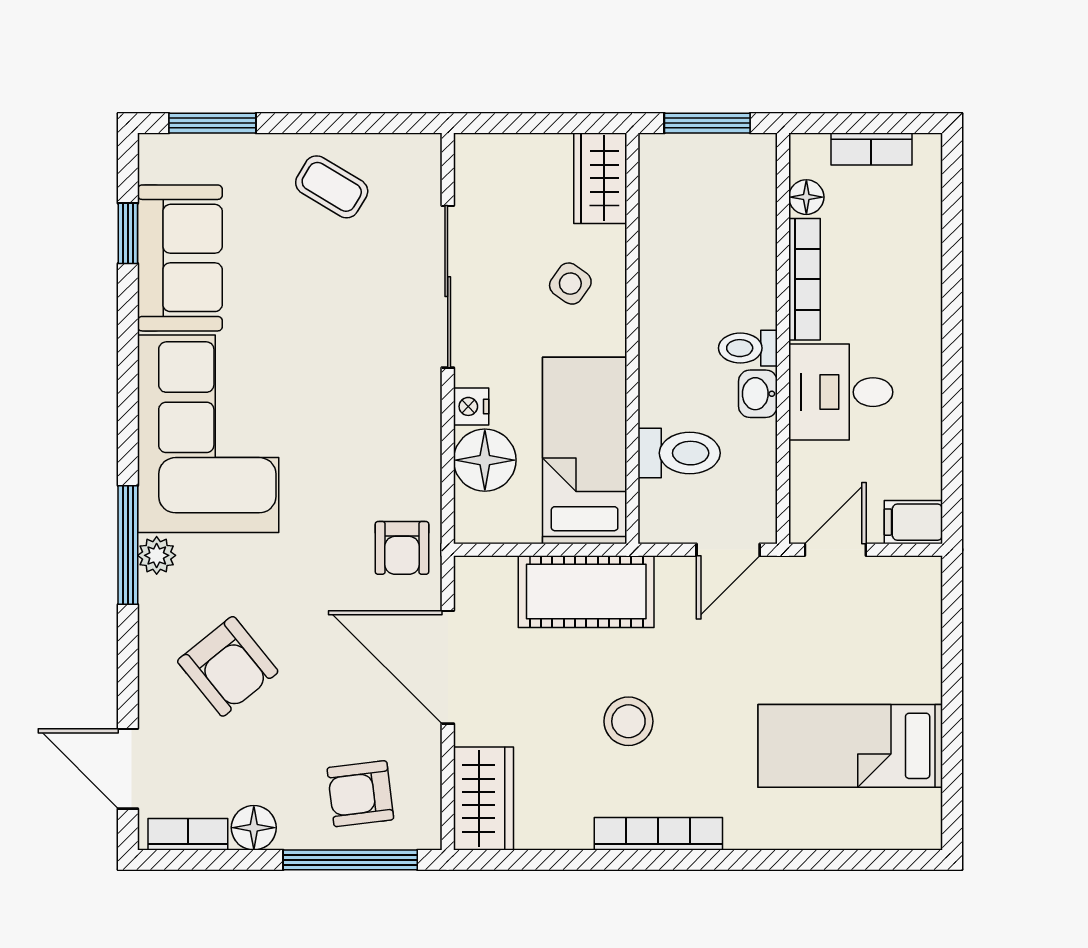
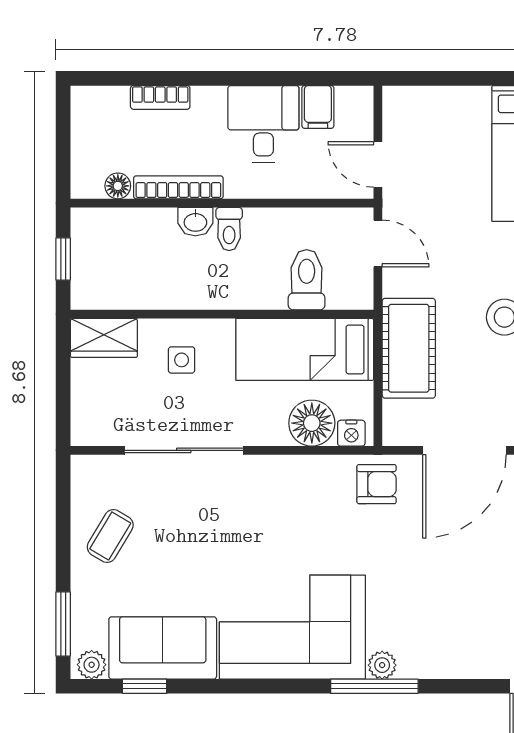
window: (707, 123) -> (63, 259), width x0.67
bookcase: (871, 149) -> (160, 97), moved, turned 90
plant: (157, 162) -> (92, 665), added
side table: (570, 284) -> (182, 360), turned -35
desk: (841, 392) -> (263, 124), moved, turned 180
washbasin: (758, 394) -> (195, 222), moved
nightstand: (471, 406) -> (351, 433), moved
filing cabinet: (913, 522) -> (318, 107), moved
armchair: (228, 666) -> (464, 613), removed

